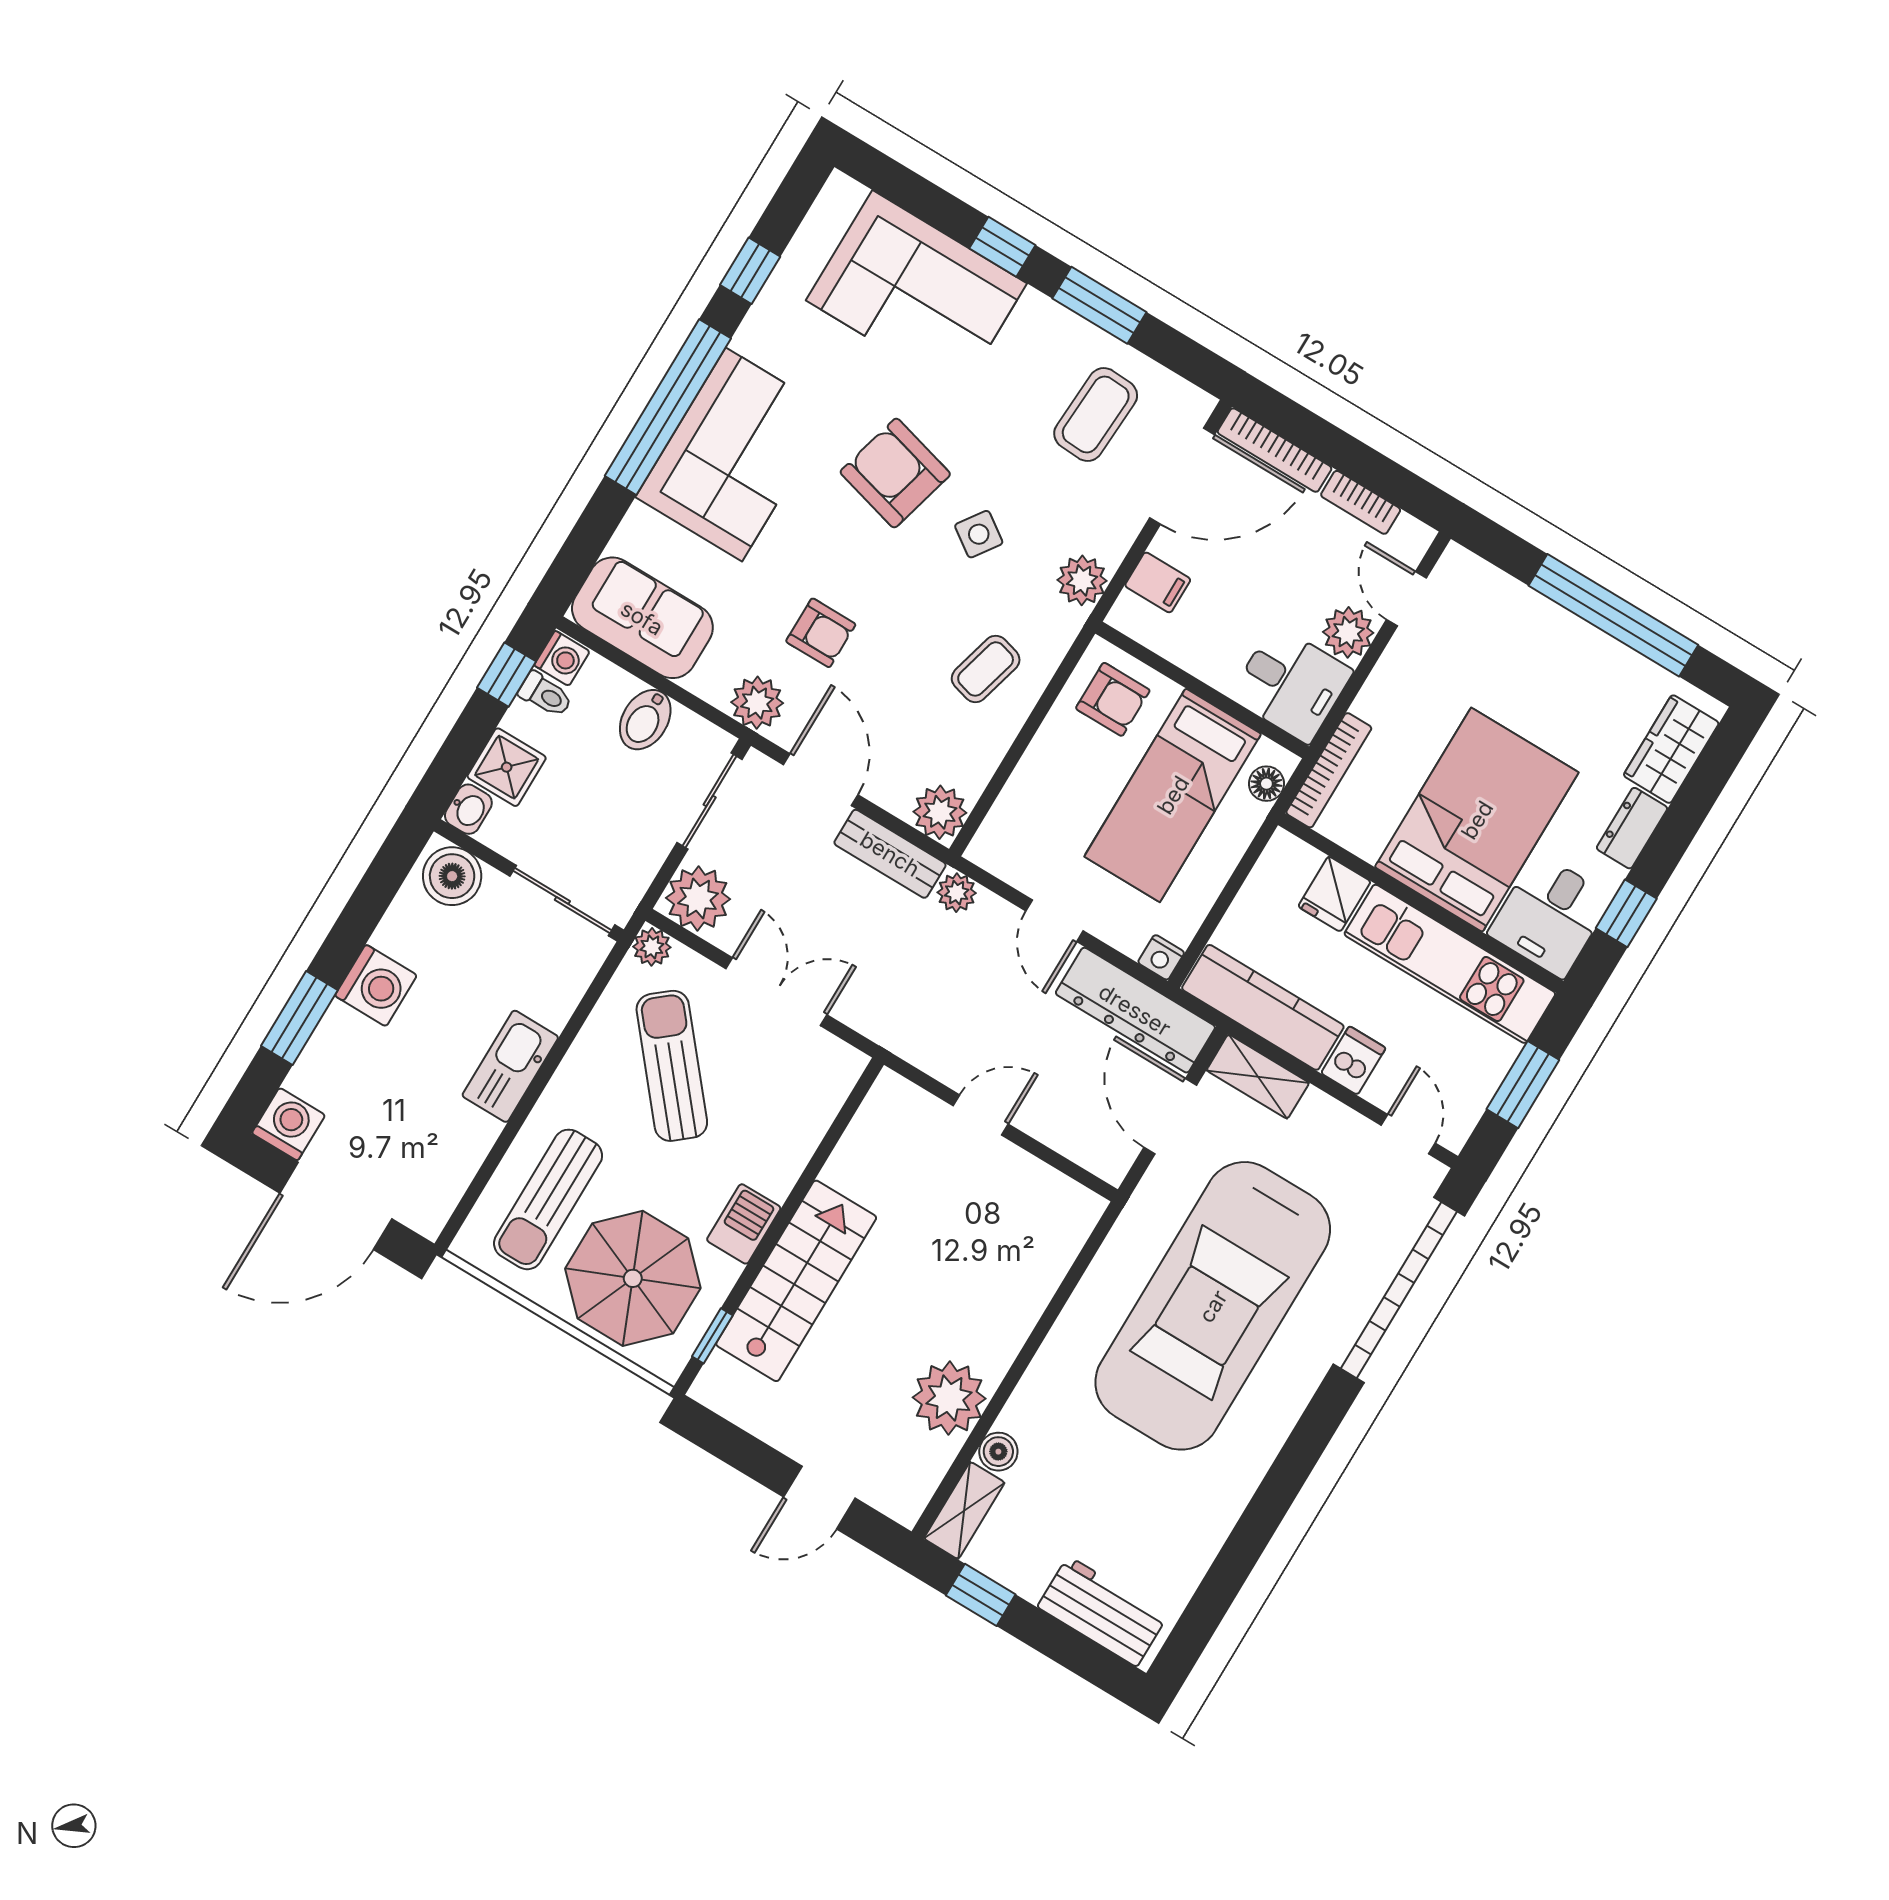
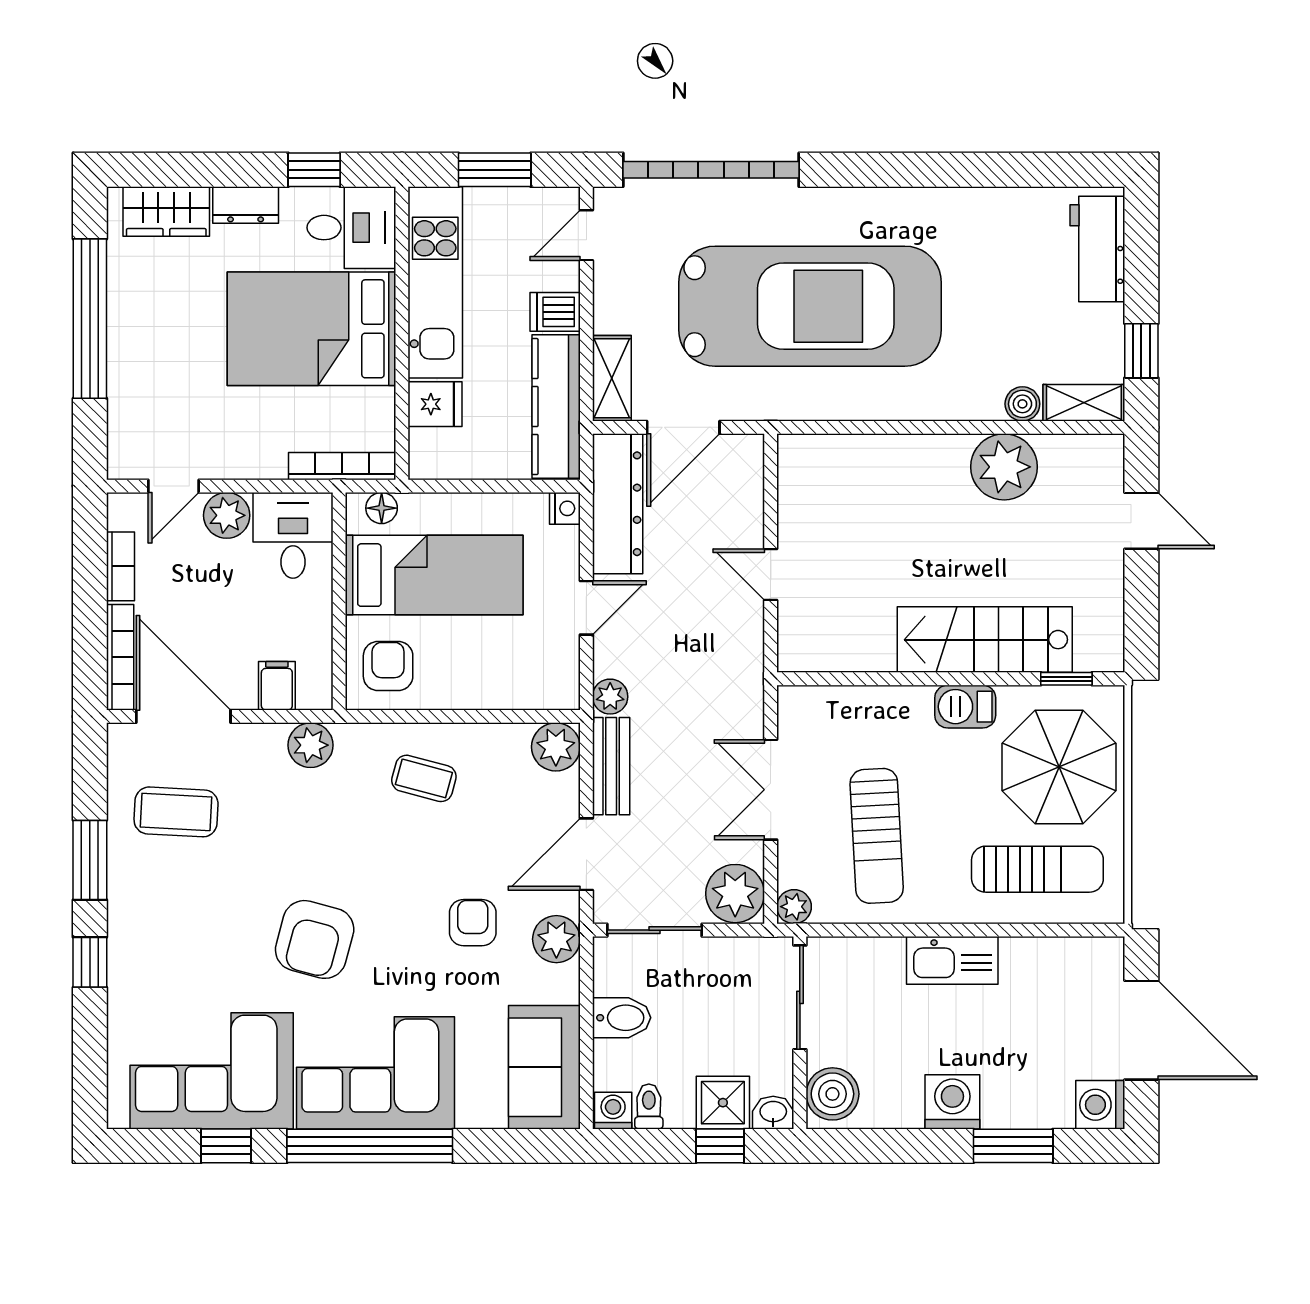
corner sofa: (916, 292) -> (212, 1071), moved, turned -90
side table: (979, 534) -> (323, 847), removed
window: (506, 675) -> (720, 1146), moved
sun lounger: (672, 1066) -> (877, 836), turned -53

